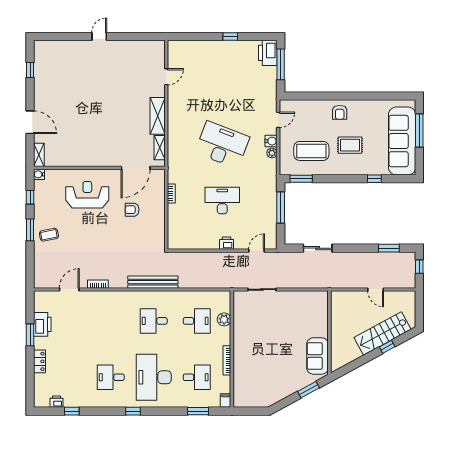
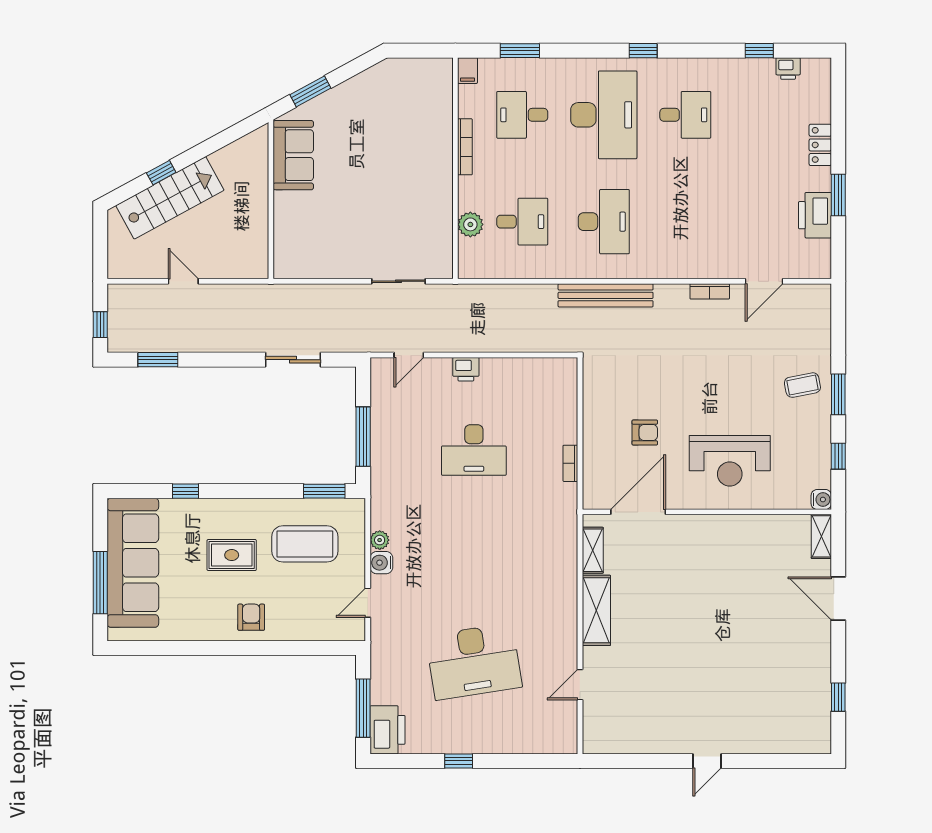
desk: (222, 145) -> (474, 661), moved, turned -30
desk: (154, 321) -> (604, 222), width x1.37
desk: (197, 321) -> (522, 222), turned 180

